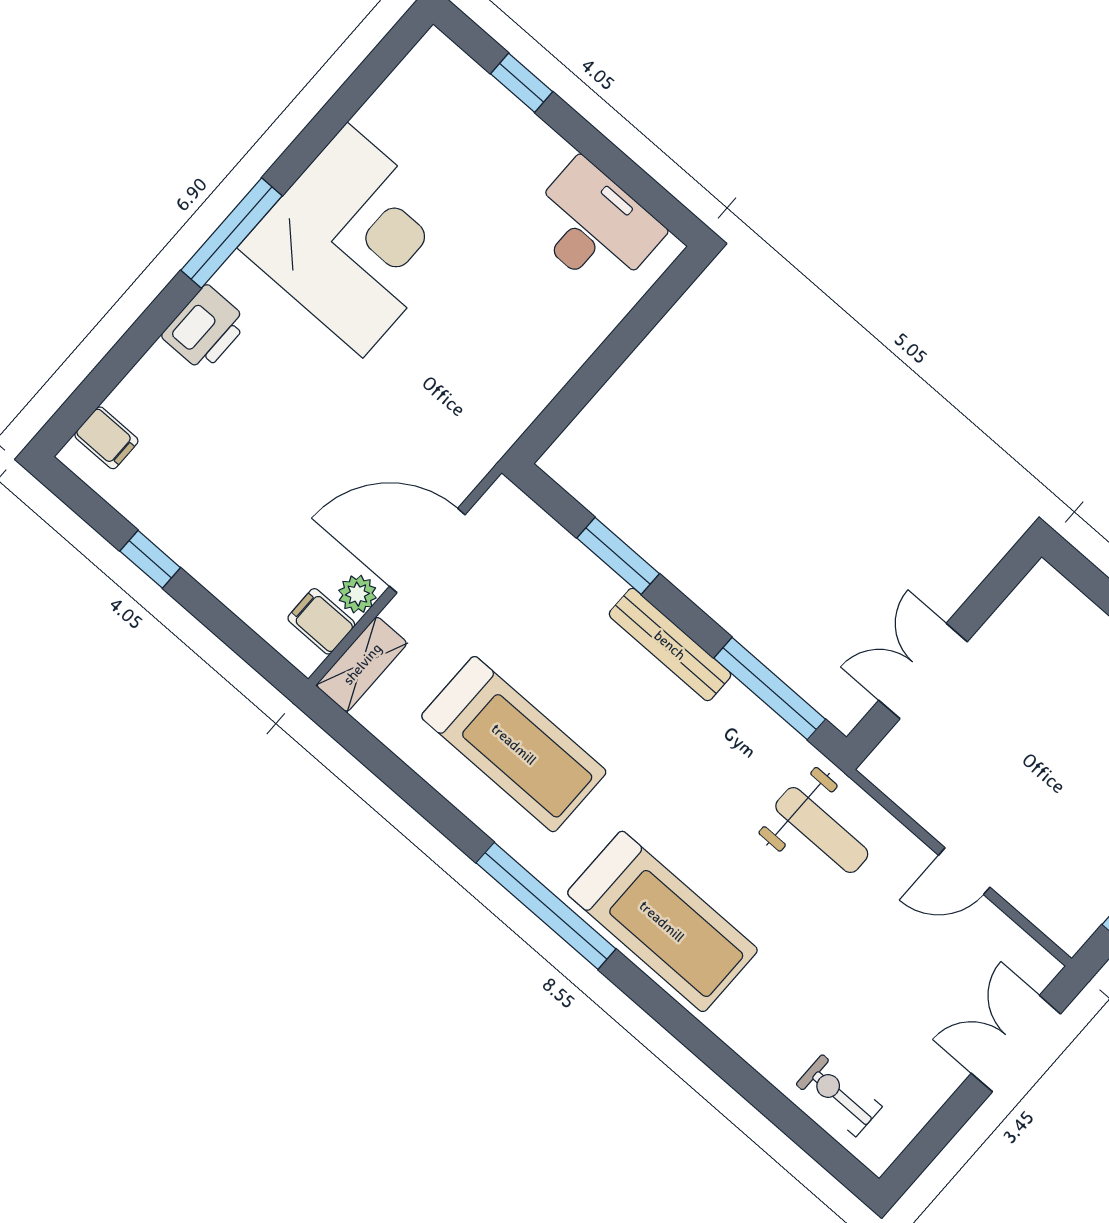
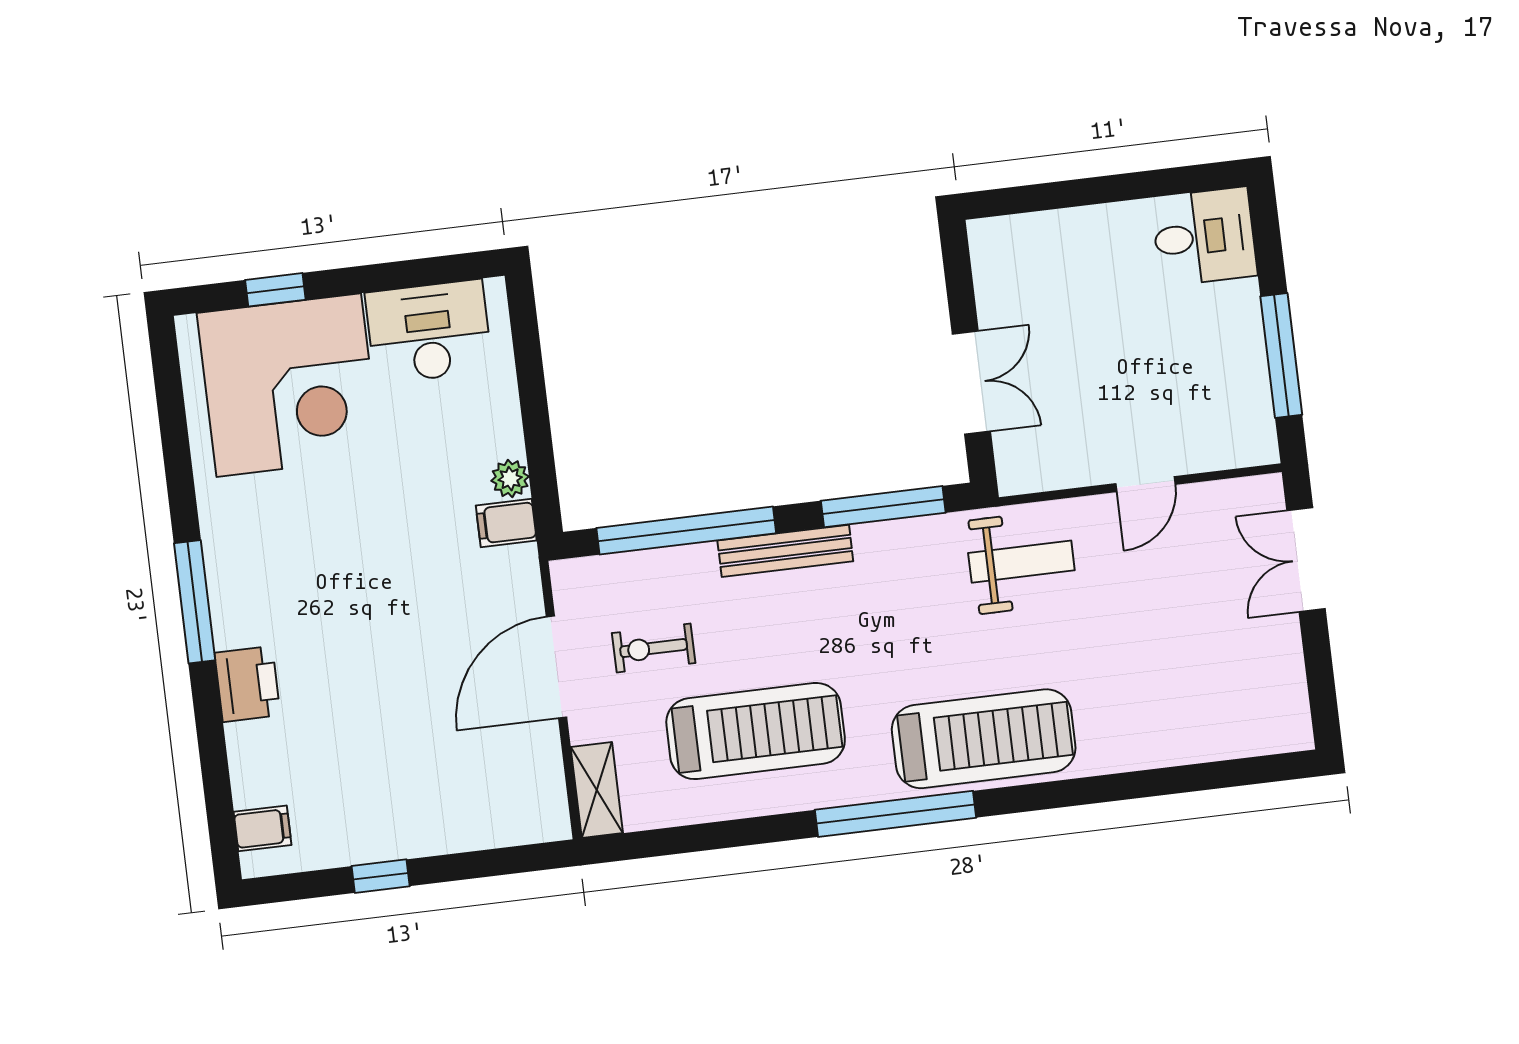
corner desk: (355, 240) -> (289, 385), moved, turned 90
window: (618, 556) -> (686, 531), width x2.11
plant: (357, 594) -> (510, 479), moved
filing cabinet: (321, 621) -> (506, 523), moved
double door: (923, 671) -> (971, 383), swing flipped
exercise bike: (839, 1096) -> (654, 648), moved

